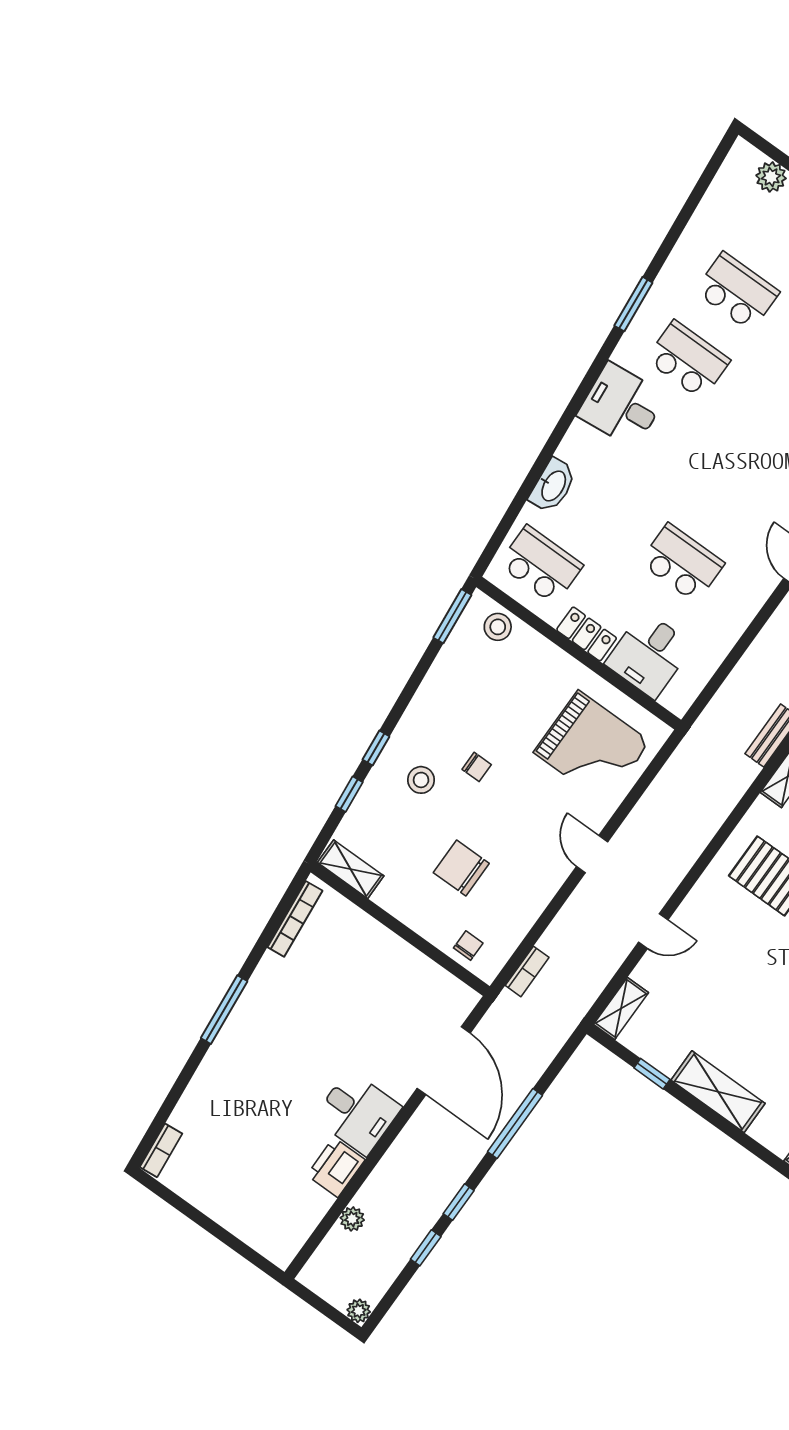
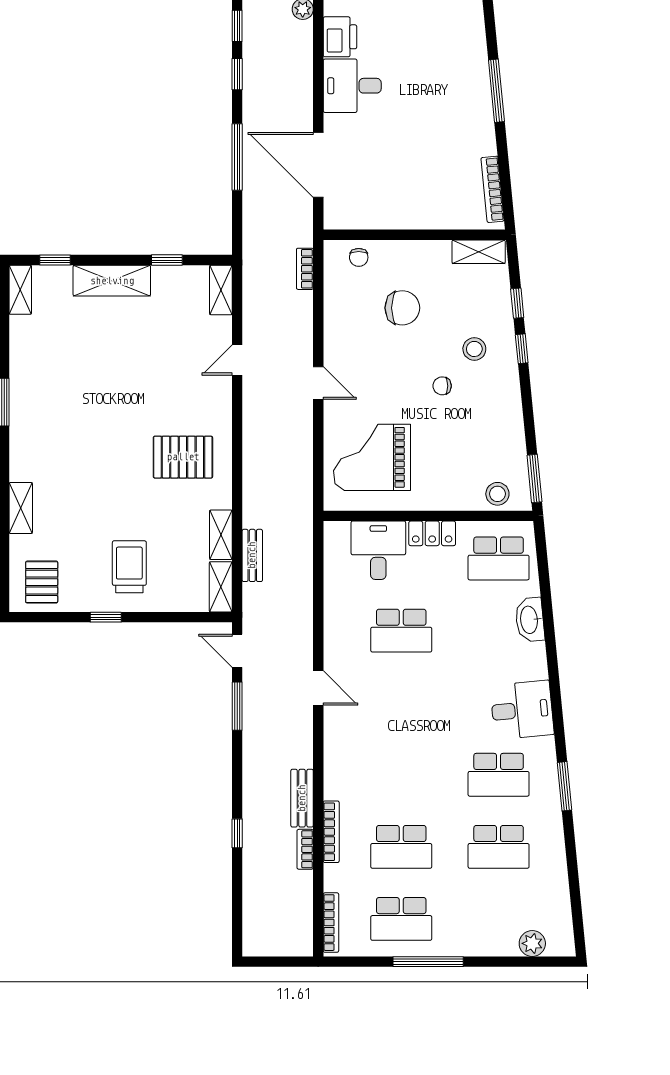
window: (758, 1150) -> (55, 260), added

